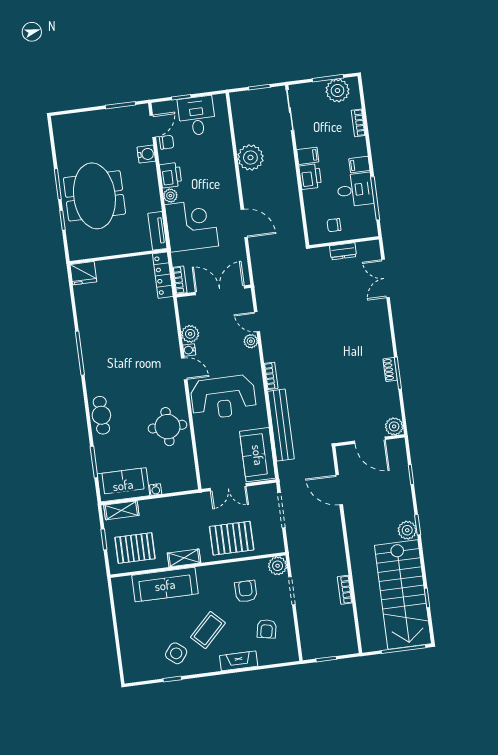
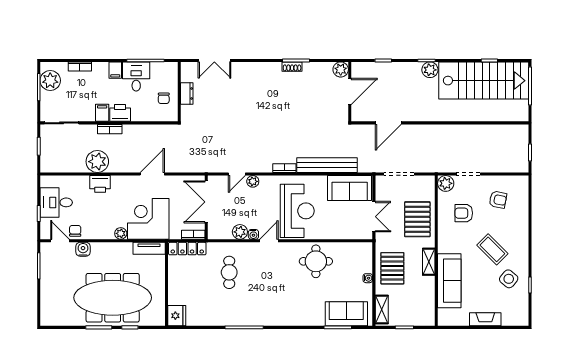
printer: (171, 175) -> (100, 184), moved, turned 180
meeting table: (94, 196) -> (113, 298), width x1.36
cafe table: (101, 415) -> (229, 272), moved, turned 90
sofa: (123, 485) -> (346, 314), moved, turned 90
pallet: (135, 548) -> (392, 268), moved
bookcase: (345, 590) -> (110, 129), moved
fireplace: (239, 661) -> (485, 319), moved, turned 90

